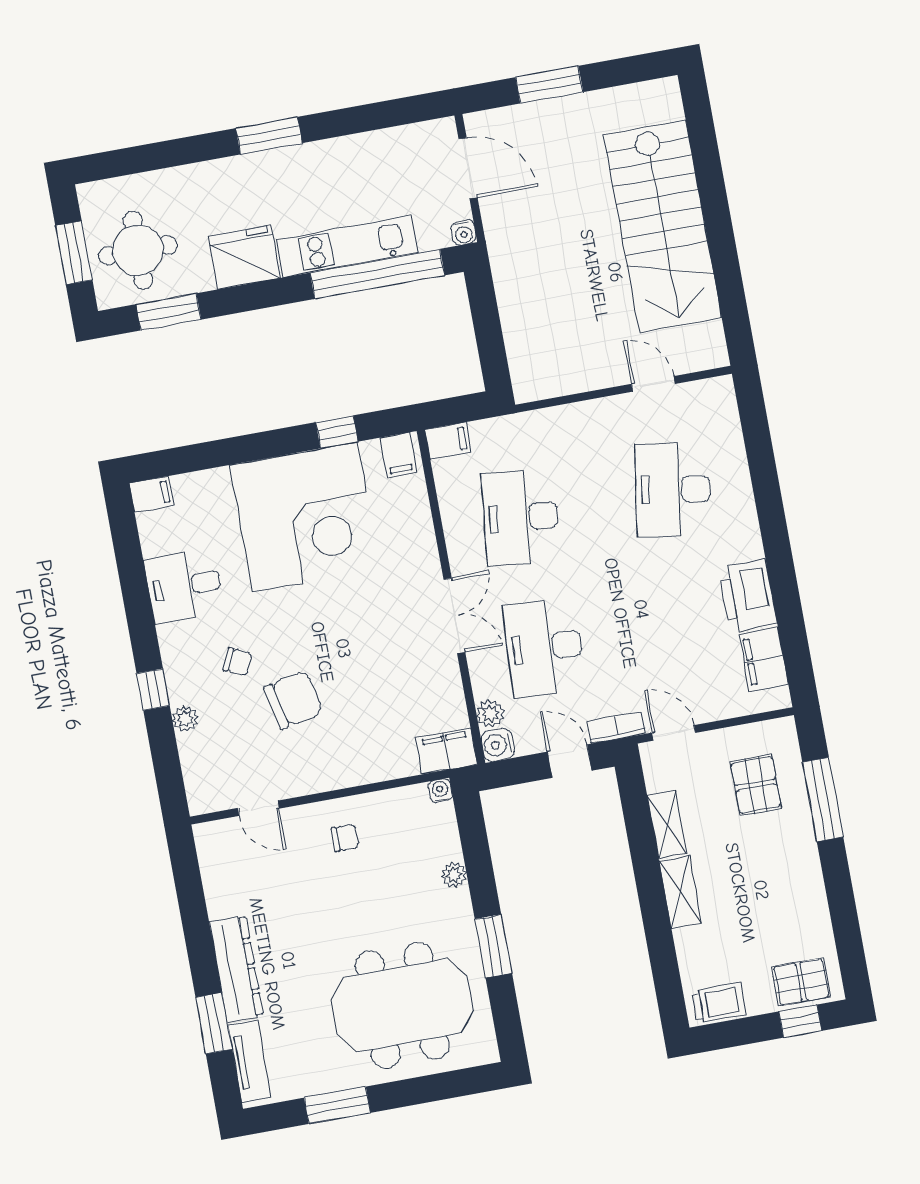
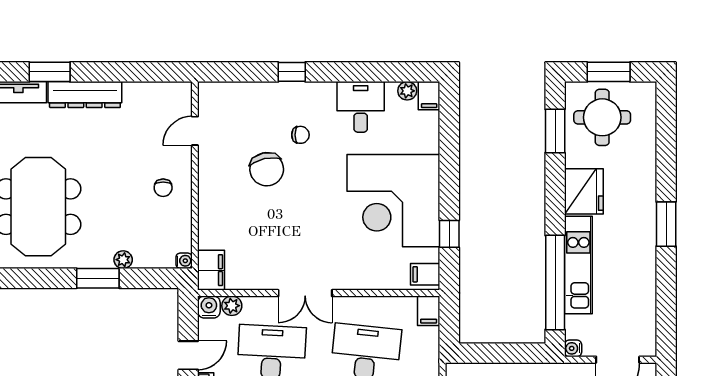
chair: (238, 662) -> (300, 135), turned -115
plant: (185, 719) -> (407, 91), moved
window: (493, 946) -> (98, 278), moved

